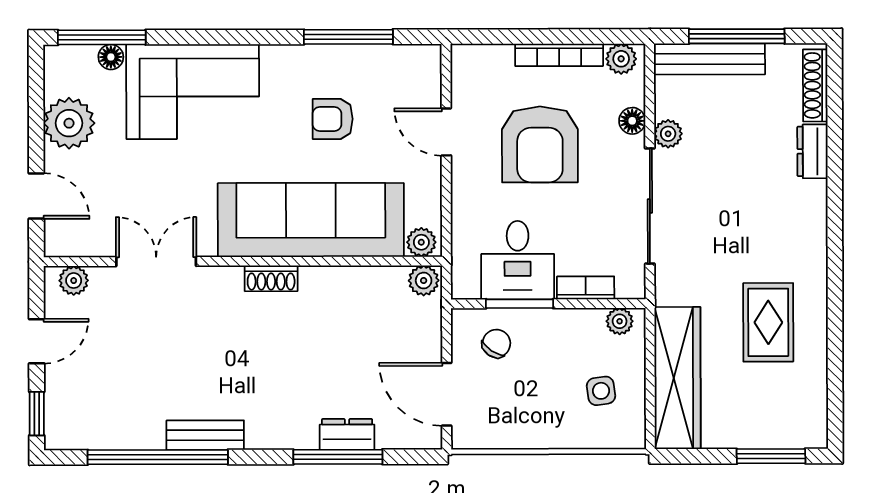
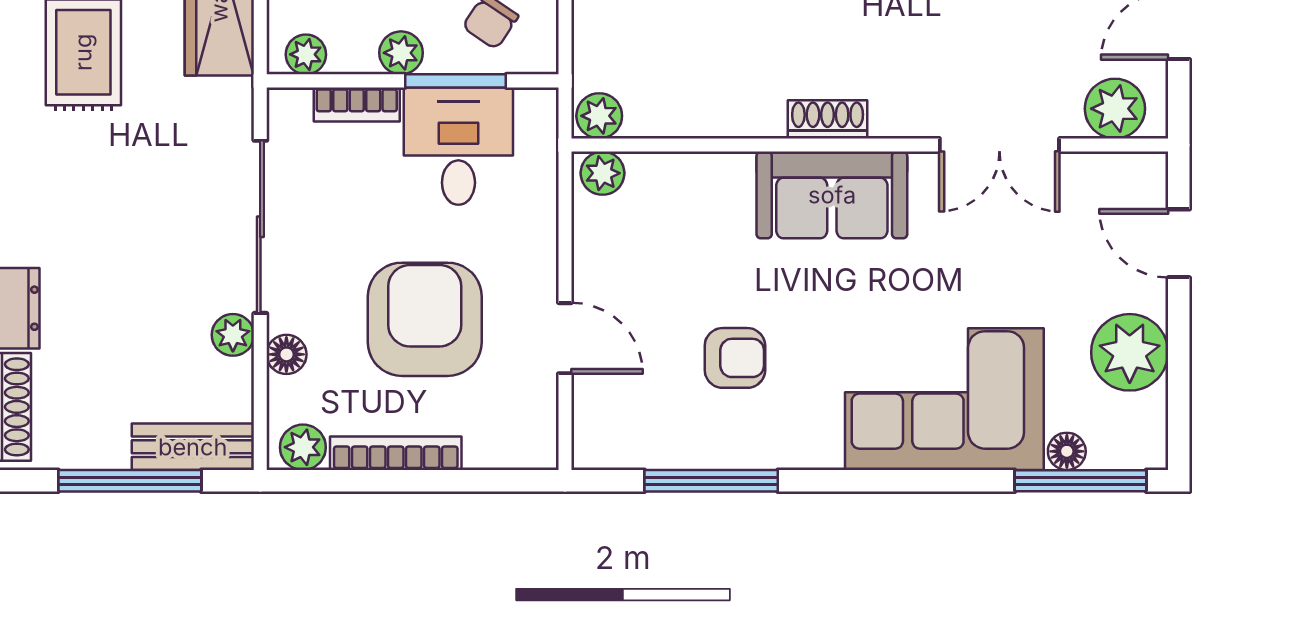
bench: (709, 59) -> (193, 447), width x0.73
sofa: (311, 220) -> (832, 195), width x0.54, depth x0.79
plant: (74, 281) -> (1115, 109), width x1.38, depth x1.38
plant: (556, 322) -> (401, 53), added

